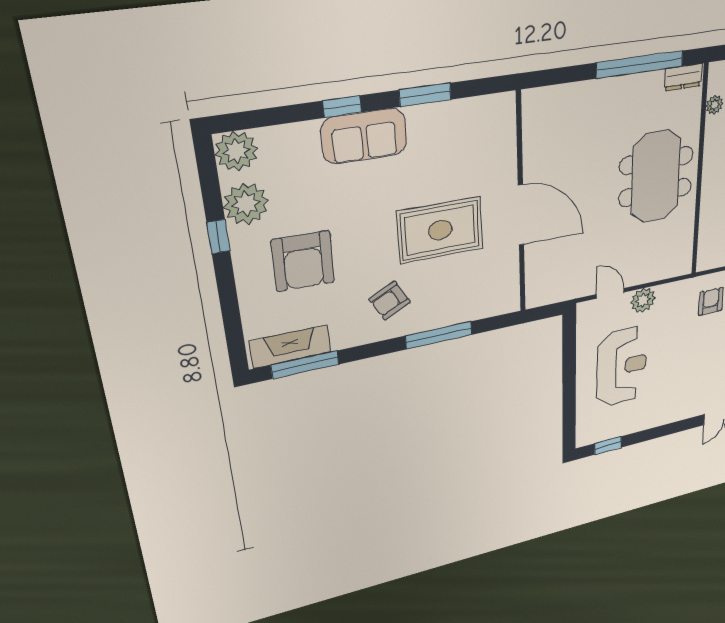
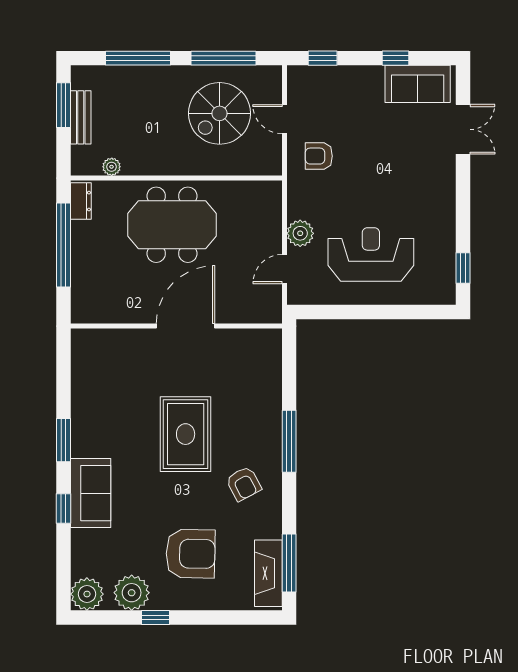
wall: (521, 206) -> (176, 326), moved
door: (521, 215) -> (186, 326), moved

